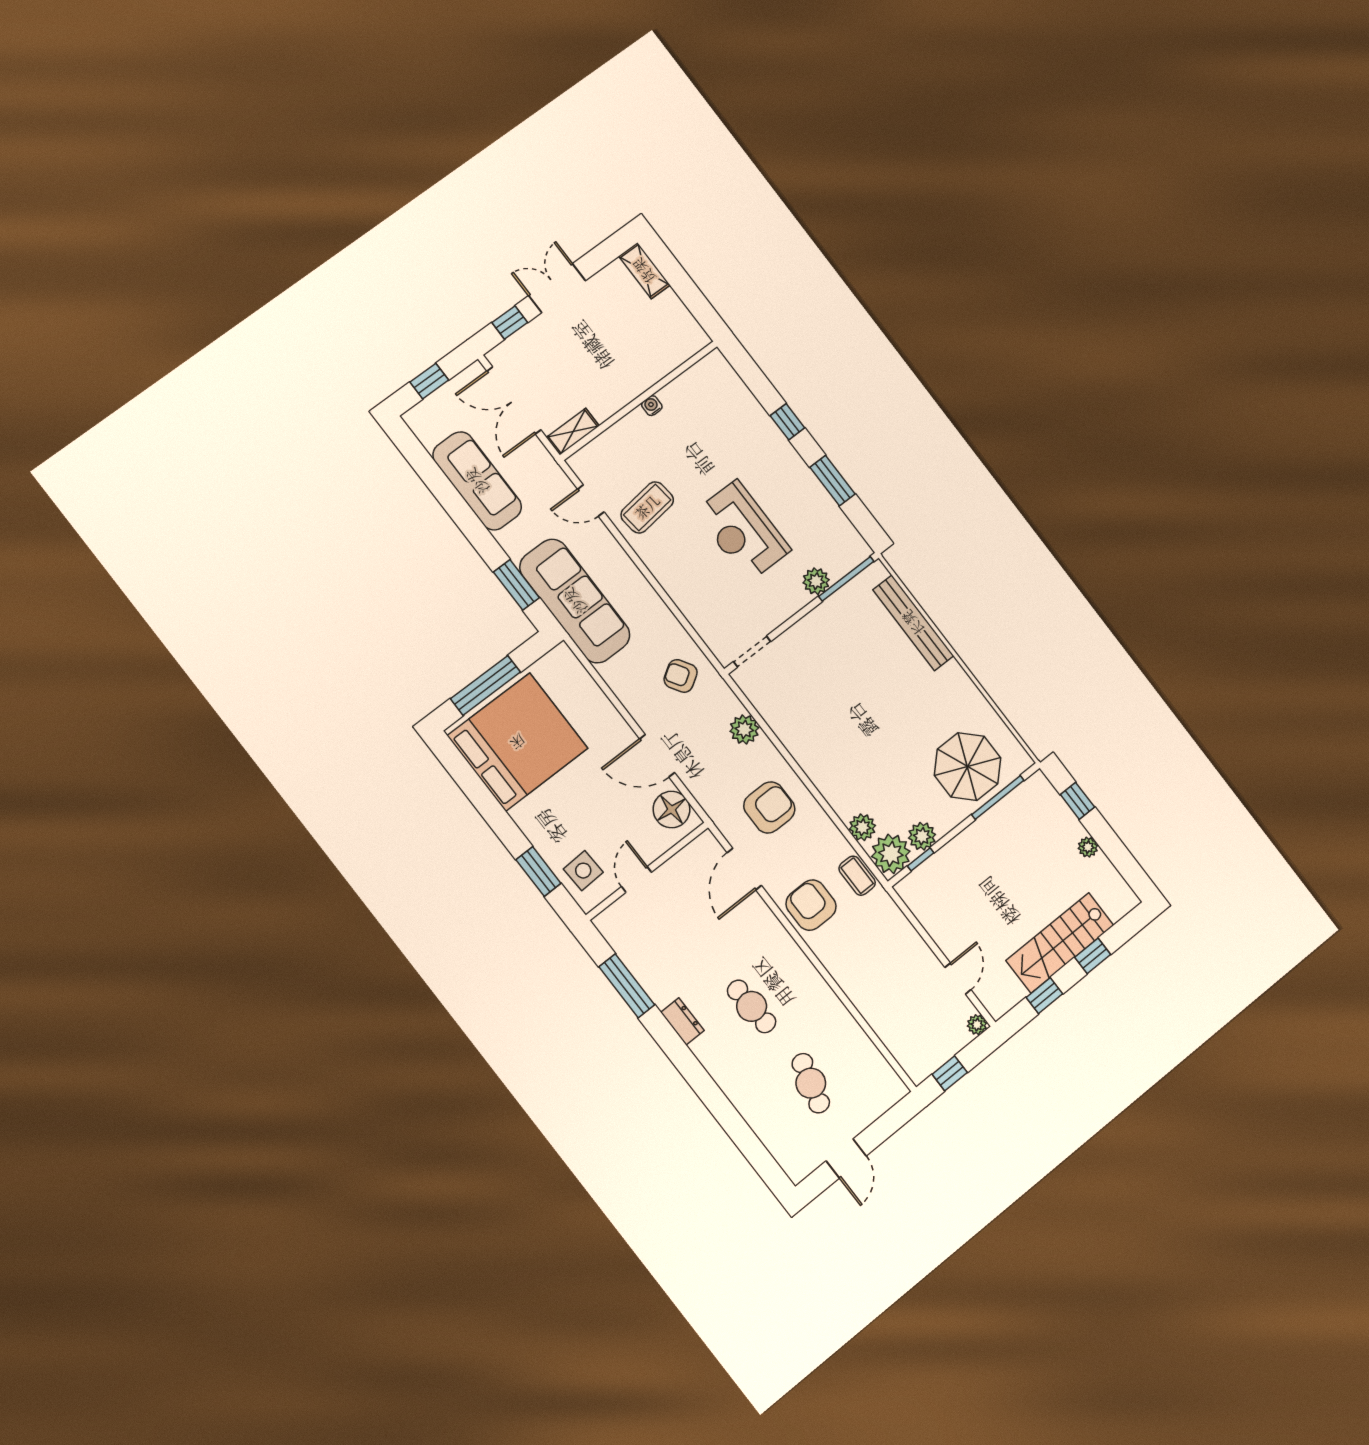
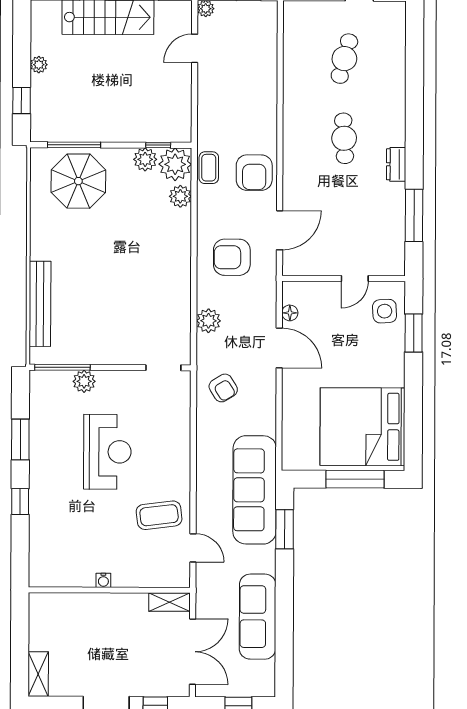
floor lamp: (671, 810) -> (290, 313), width x0.53, depth x0.53

